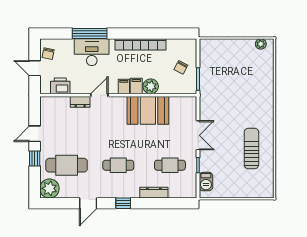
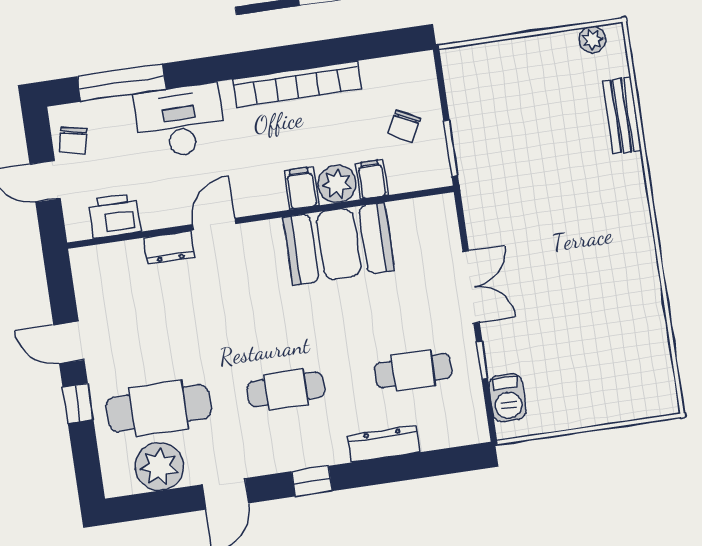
window: (90, 33) -> (122, 83), moved
bench: (268, 76) -> (622, 116), added
filing cabinet: (124, 87) -> (372, 179), moved
door: (35, 134) -> (69, 342), hinge flipped
sun lounger: (251, 148) -> (607, 300), removed
plant: (49, 188) -> (159, 466), moved

